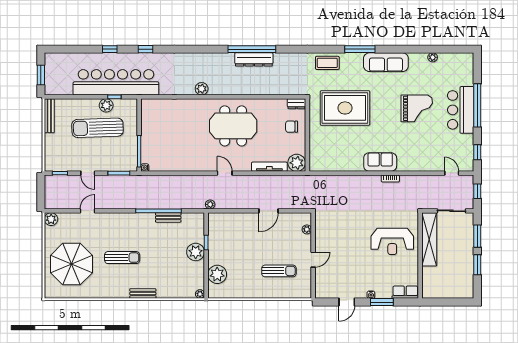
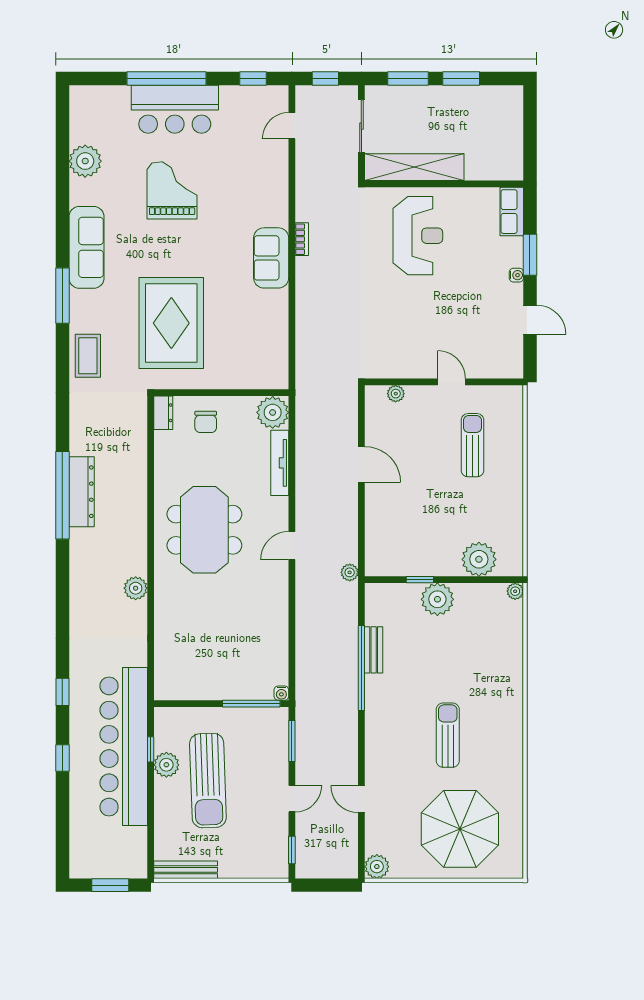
plant: (433, 57) -> (85, 161), width x1.87, depth x1.87
bench: (143, 294) -> (514, 697), removed

